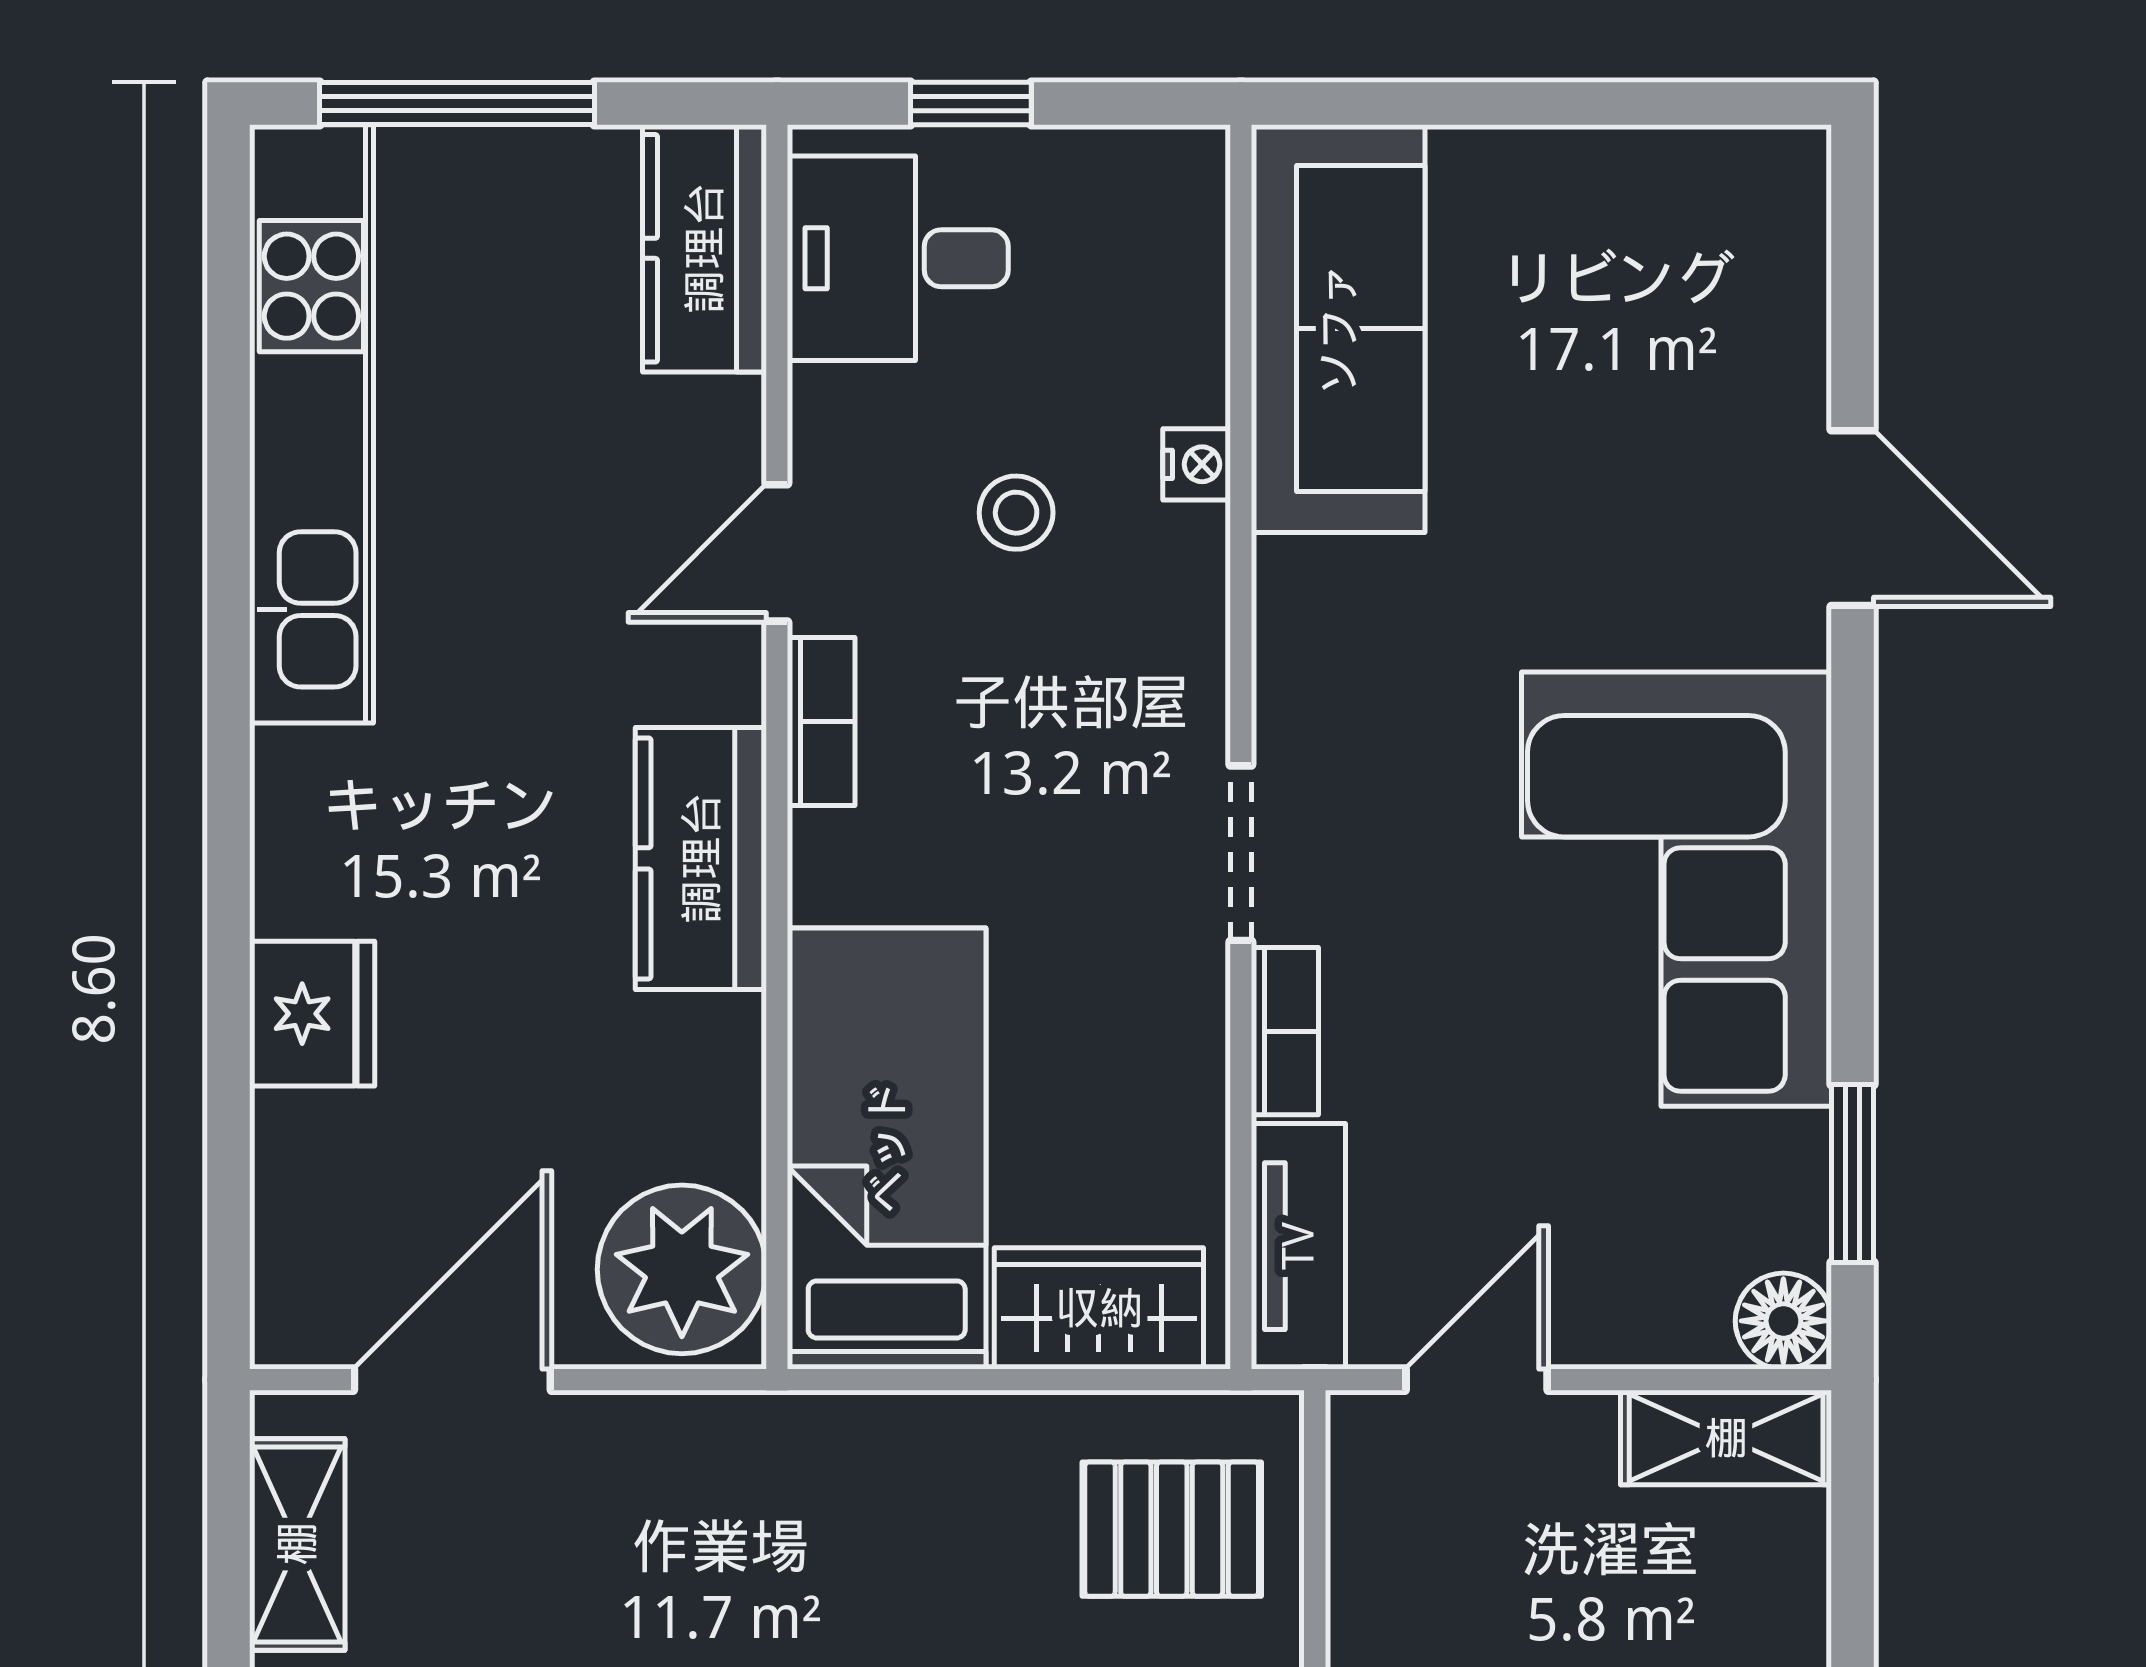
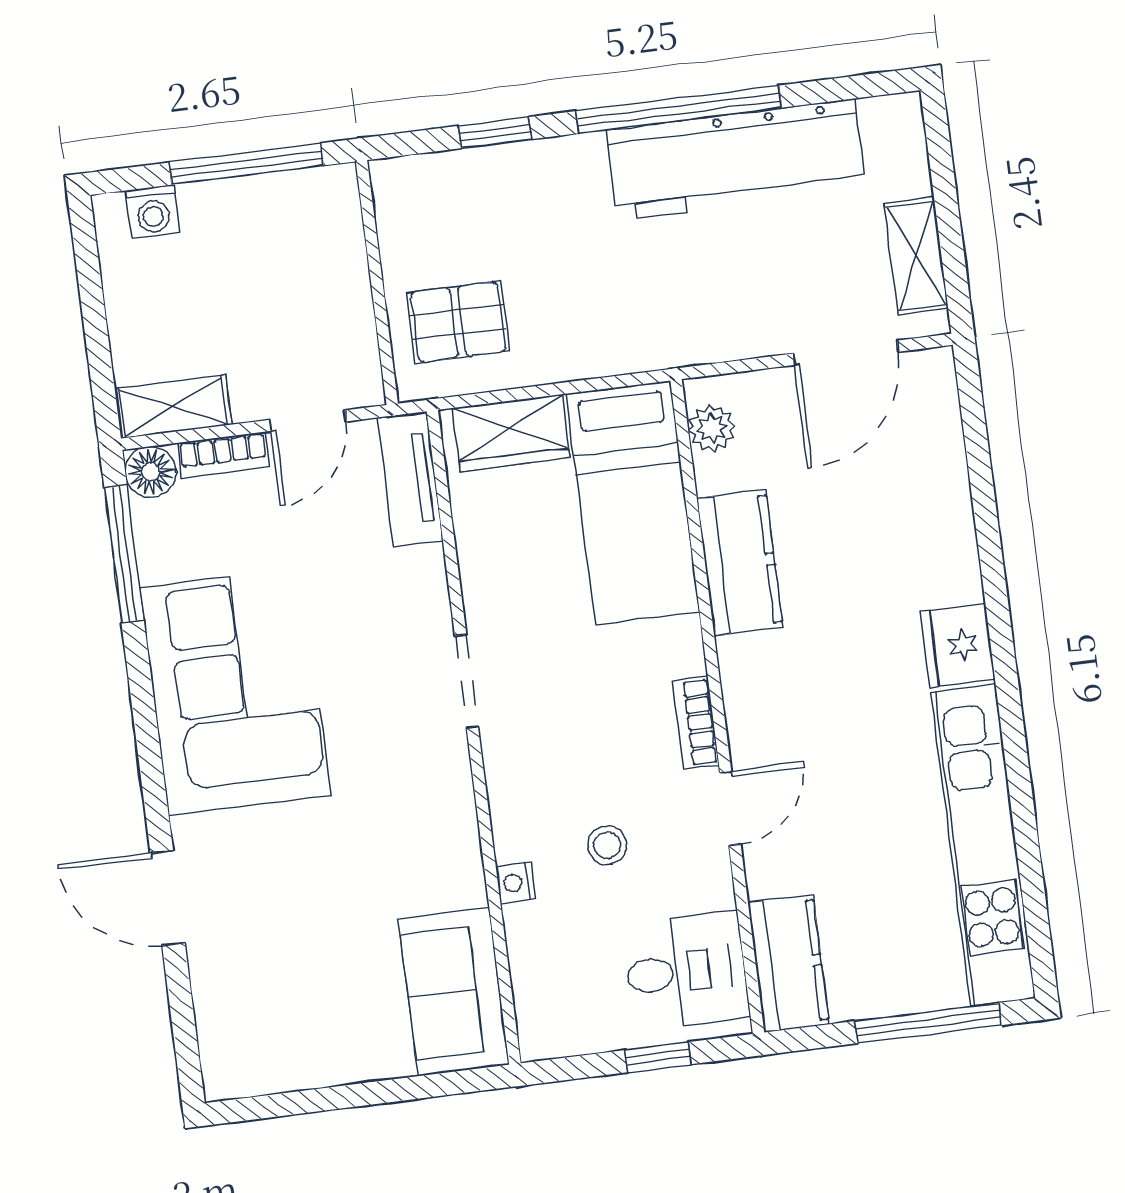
sofa: (1338, 329) -> (454, 992), width x0.73
kitchen counter: (701, 858) -> (740, 563), moved
fridge: (312, 1014) -> (958, 646), moved
bookcase: (1285, 1031) -> (223, 455), moved, turned -90
window: (1853, 1173) -> (124, 554), width x1.44
plant: (682, 1269) -> (712, 428), width x0.53, depth x0.53

